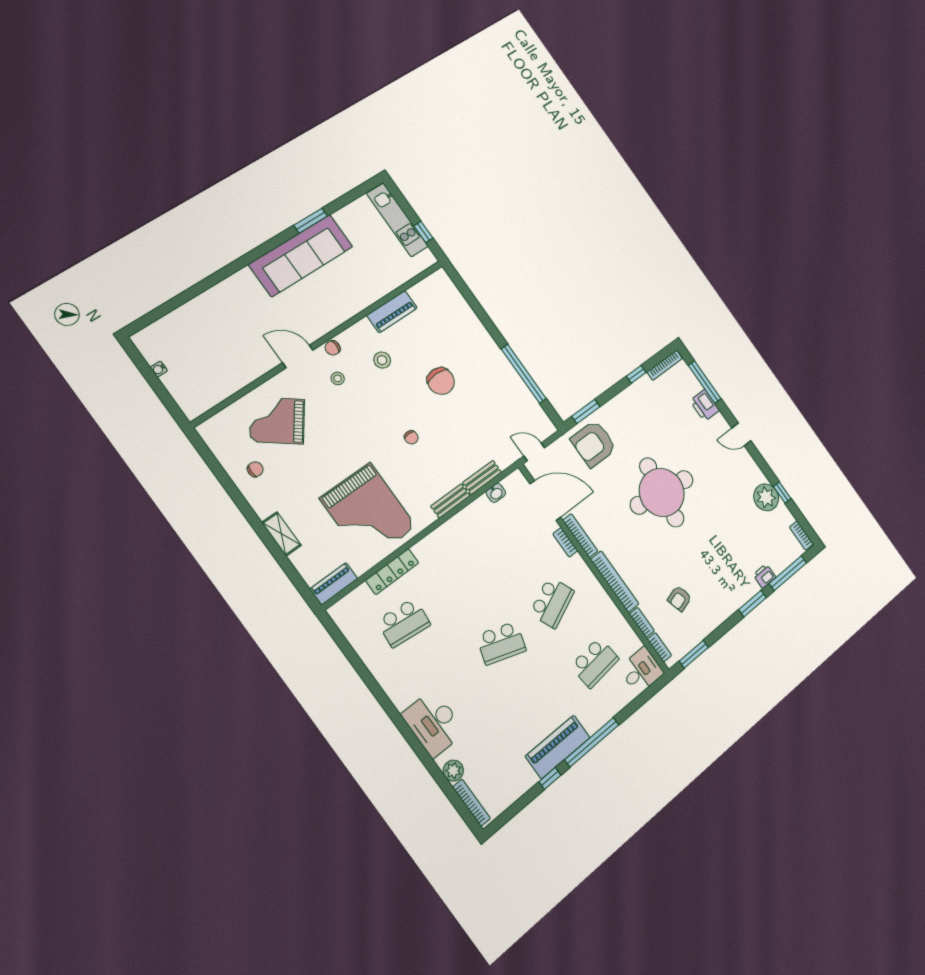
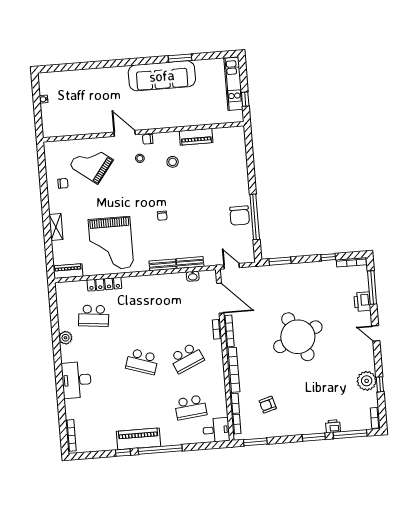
chair: (441, 381) -> (240, 216), moved
armchair: (594, 444) -> (273, 283), removed
round table: (662, 492) -> (298, 337), turned -32
plant: (453, 771) -> (65, 338), moved

